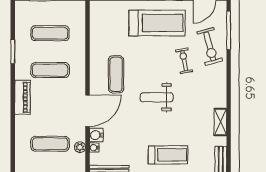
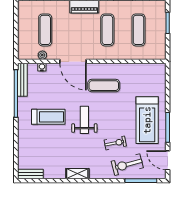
shelving: (220, 122) -> (77, 174), moved
water cooler: (96, 135) -> (53, 69), removed
treadmill: (168, 155) -> (48, 117), moved, turned -90

